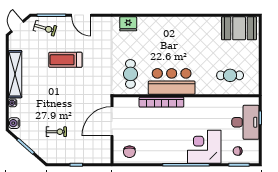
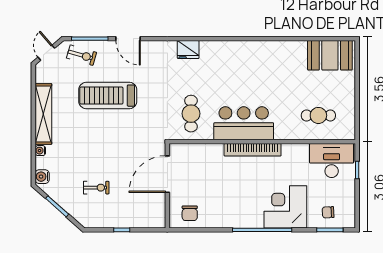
treadmill: (65, 60) -> (108, 96), width x1.37, depth x1.38
bookcase: (161, 102) -> (253, 150), moved
desk: (245, 122) -> (332, 160), moved, turned -90

